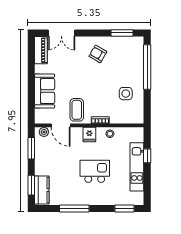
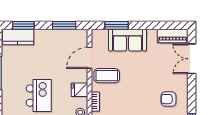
armchair: (98, 54) -> (168, 99), turned -120
window: (31, 101) -> (117, 25), added
plant: (44, 132) -> (82, 39), removed

